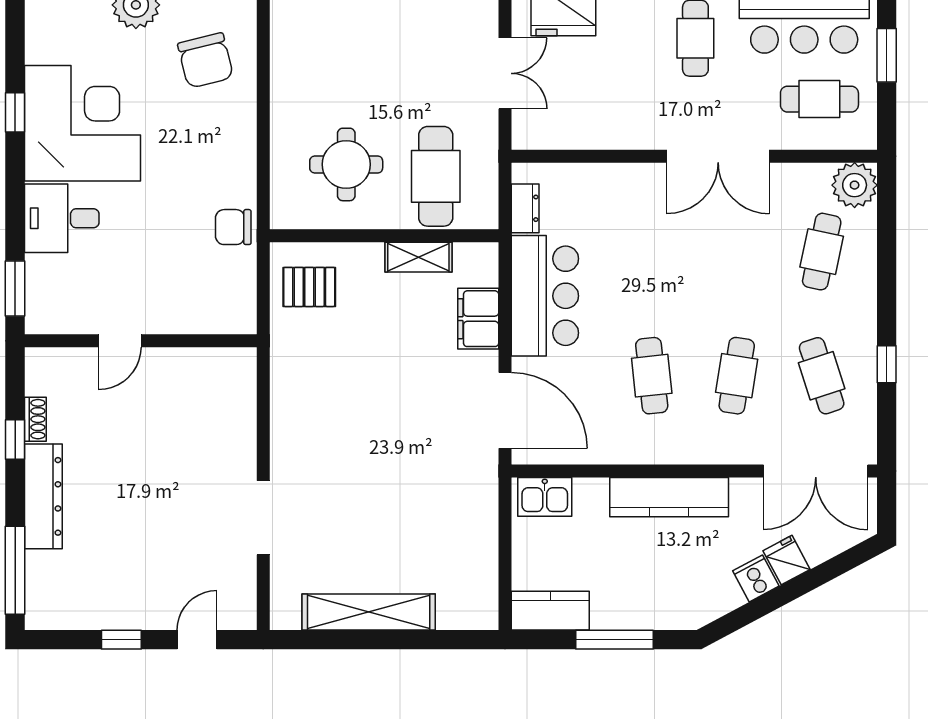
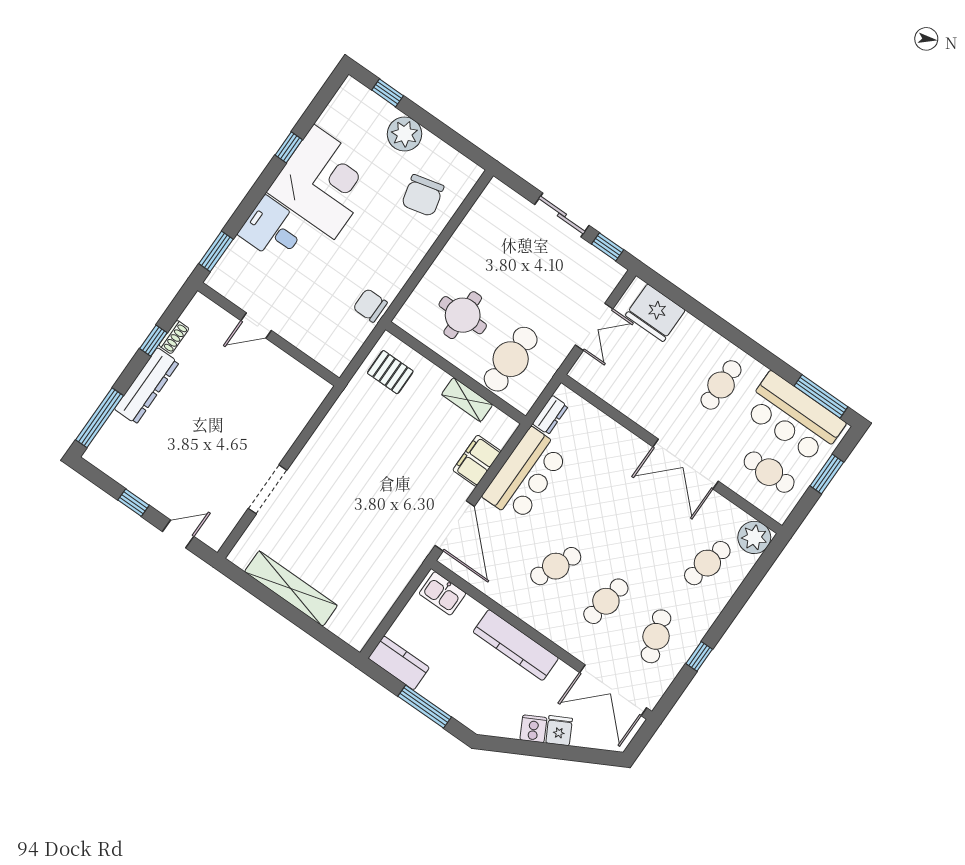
cafe table: (652, 376) -> (556, 566), turned 30

